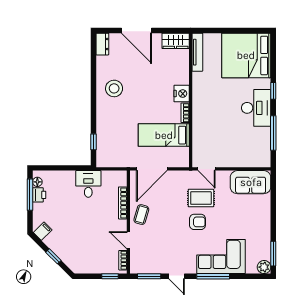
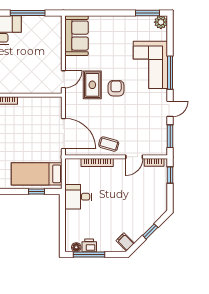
bed: (164, 135) -> (37, 174), moved, turned 90

